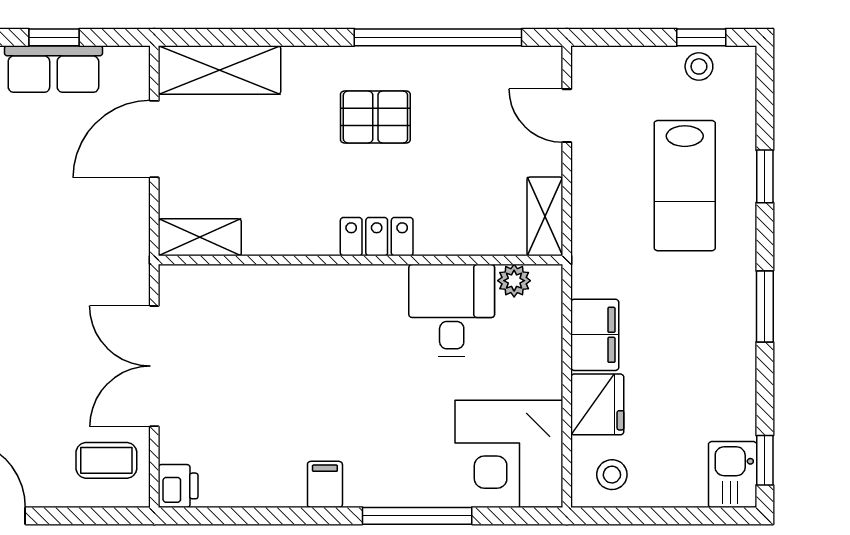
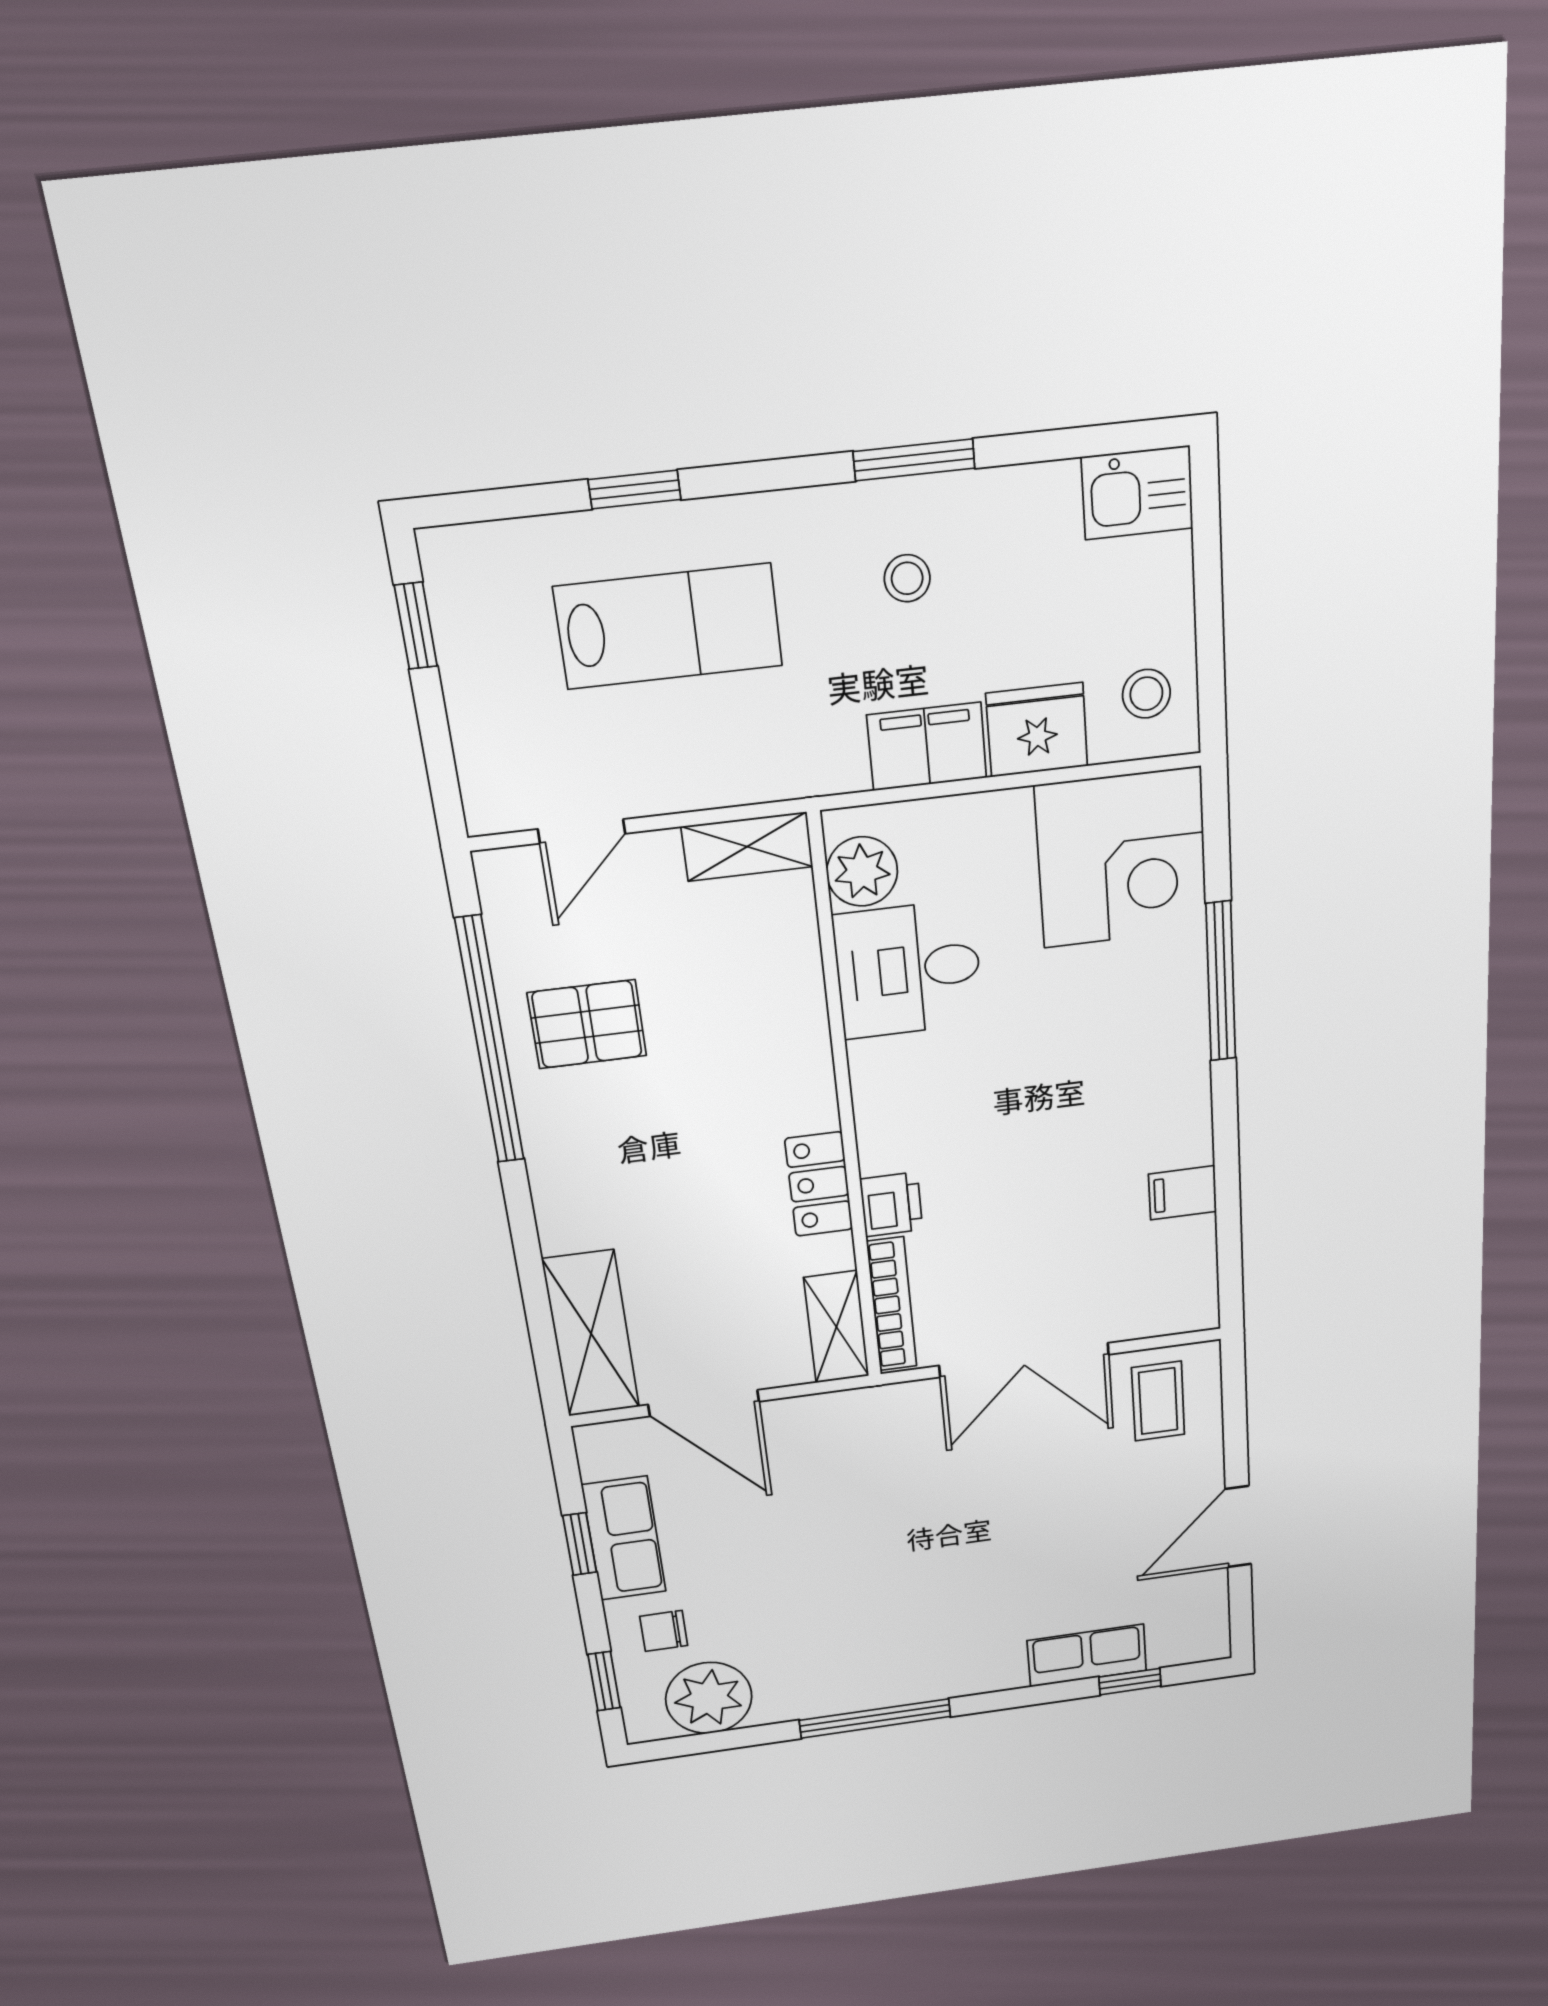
stool: (699, 66) -> (907, 578), moved
pallet: (375, 117) -> (587, 1024), moved, turned 90
locker: (377, 237) -> (819, 1184), moved
bookcase: (212, 277) -> (892, 1304), added
plant: (514, 281) -> (862, 871), width x1.38, depth x1.38
window: (765, 306) -> (914, 460), moved
window: (765, 460) -> (1111, 439), removed
filing cabinet: (325, 484) -> (1183, 1193), moved
printer: (178, 486) -> (891, 1204), moved, turned 90

